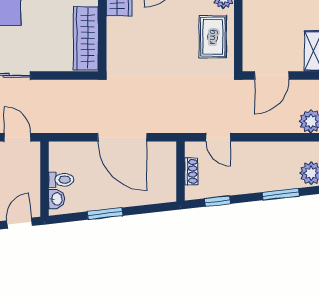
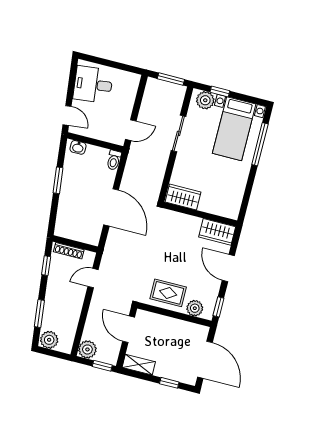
wardrobe: (86, 38) -> (183, 197), width x0.67
door: (122, 137) -> (111, 207), swing flipped
shoe rack: (191, 171) -> (69, 251), width x1.43
toilet: (61, 180) -> (114, 160), moved

